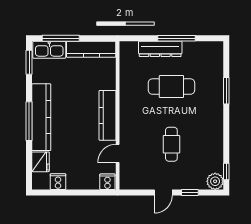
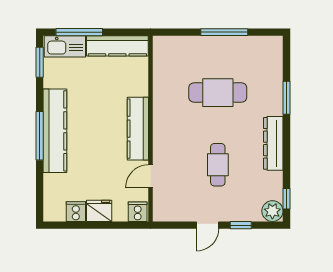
dresser: (160, 49) -> (273, 143), moved, turned 90
fridge: (41, 162) -> (99, 211), moved, turned -90

